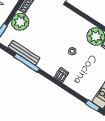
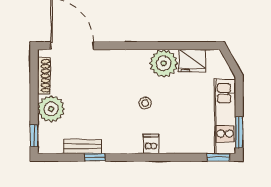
bench: (24, 53) -> (83, 147), width x0.73
window: (27, 63) -> (95, 157), width x0.46

